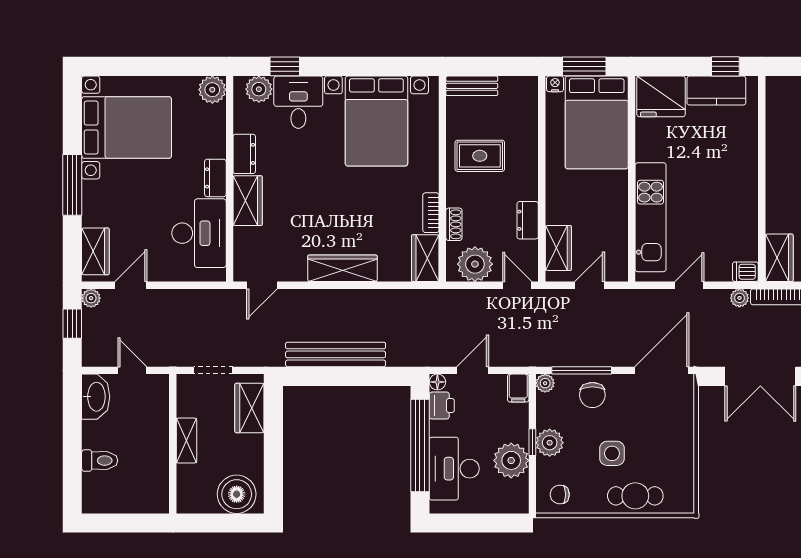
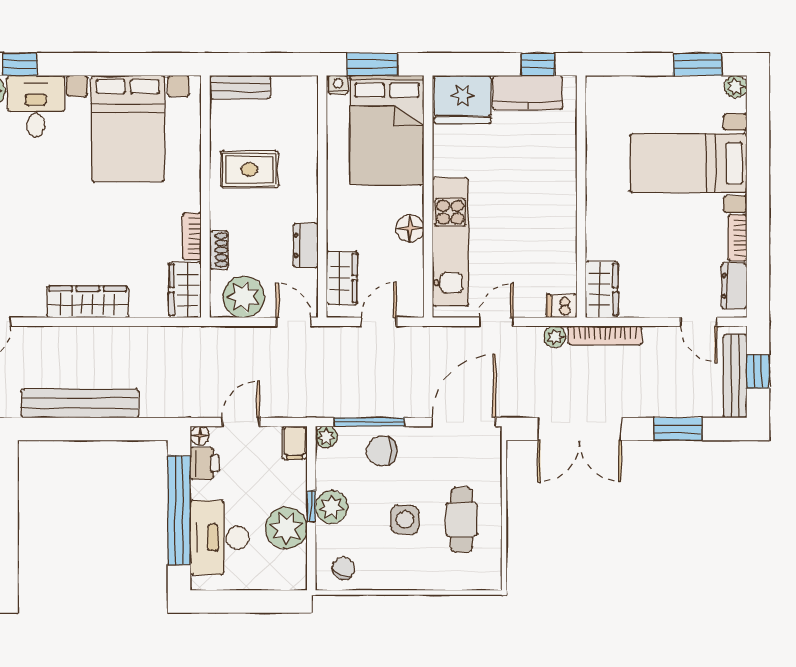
floor lamp: (616, 206) -> (410, 228), added
chair: (592, 395) -> (382, 451), turned 90
chair: (560, 495) -> (343, 568), turned 111
cafe table: (635, 496) -> (462, 520), moved, turned 90

